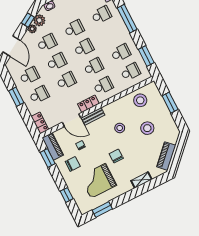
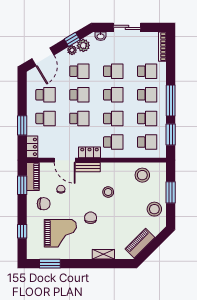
window: (127, 19) -> (171, 101), moved
school desk: (111, 34) -> (147, 95), added
window: (16, 97) -> (22, 125), moved
stool: (147, 128) -> (154, 209), moved
grand piano: (98, 181) -> (60, 233), turned 180

